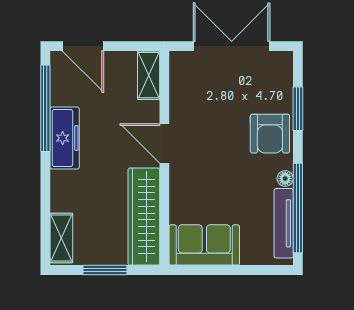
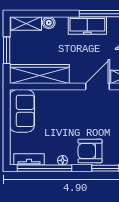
door: (164, 143) -> (97, 87), moved
boiler: (60, 201) -> (49, 23), added
tv unit: (284, 223) -> (29, 159), width x0.71

